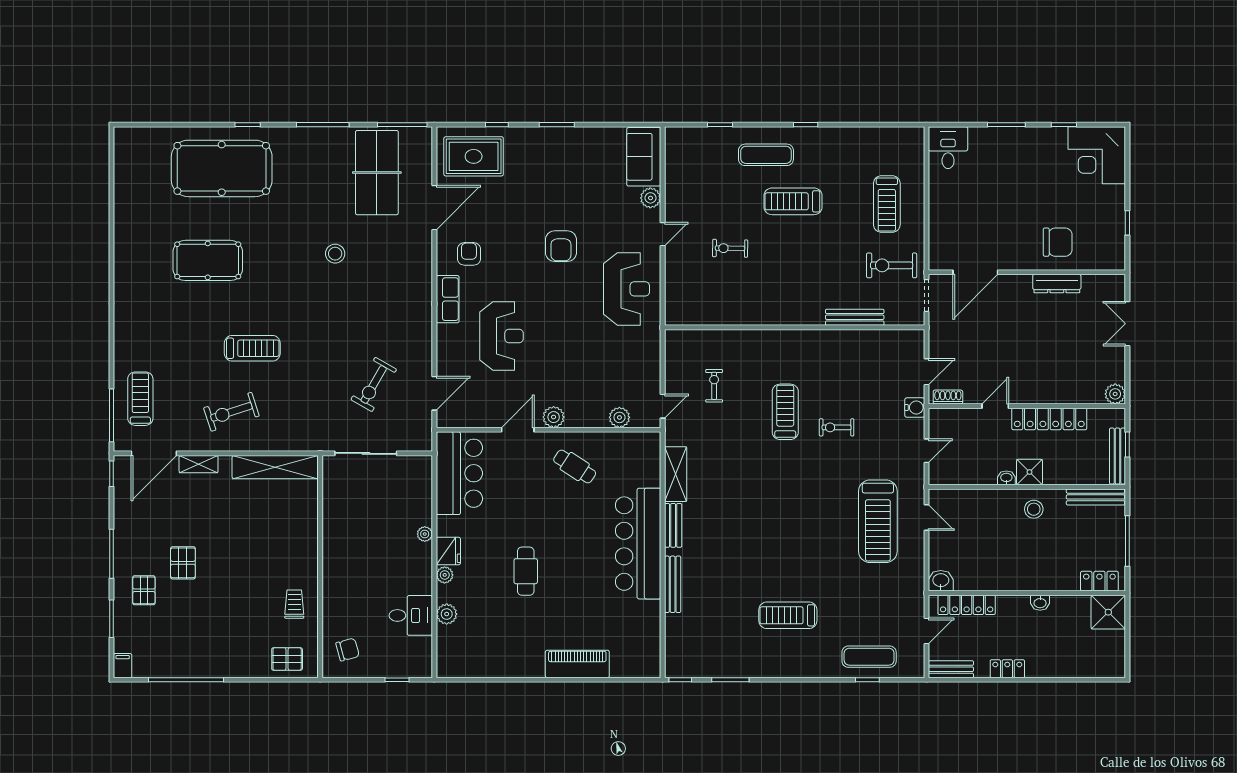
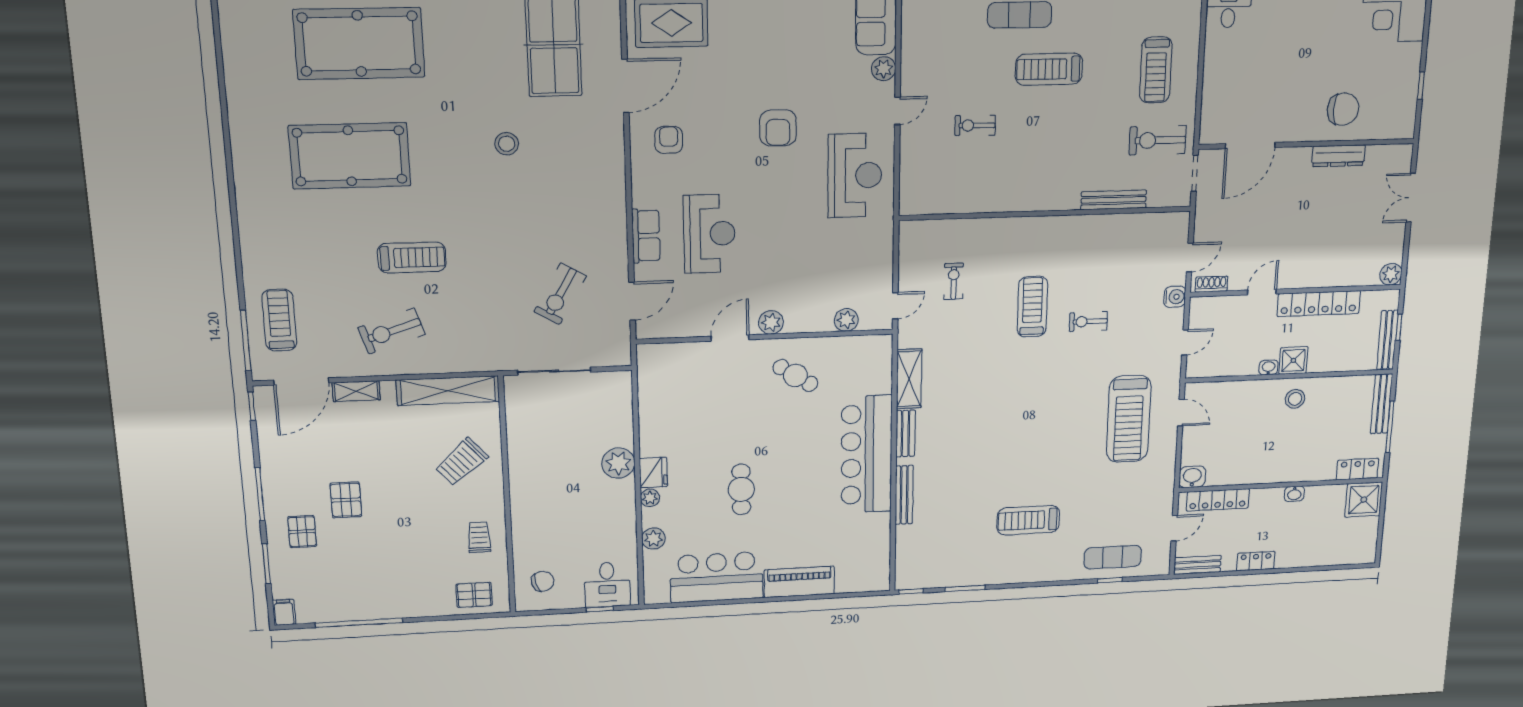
pool table: (208, 260) -> (350, 156), width x1.36, depth x1.32
row of seats: (448, 299) -> (646, 236), moved
bar counter: (459, 473) -> (717, 577), moved, turned -90
bench: (1095, 497) -> (1381, 404), moved, turned 90
trolley: (283, 533) -> (461, 462), added
plant: (425, 534) -> (618, 463), width x1.87, depth x1.87
desk: (411, 615) -> (607, 585), moved, turned 90

